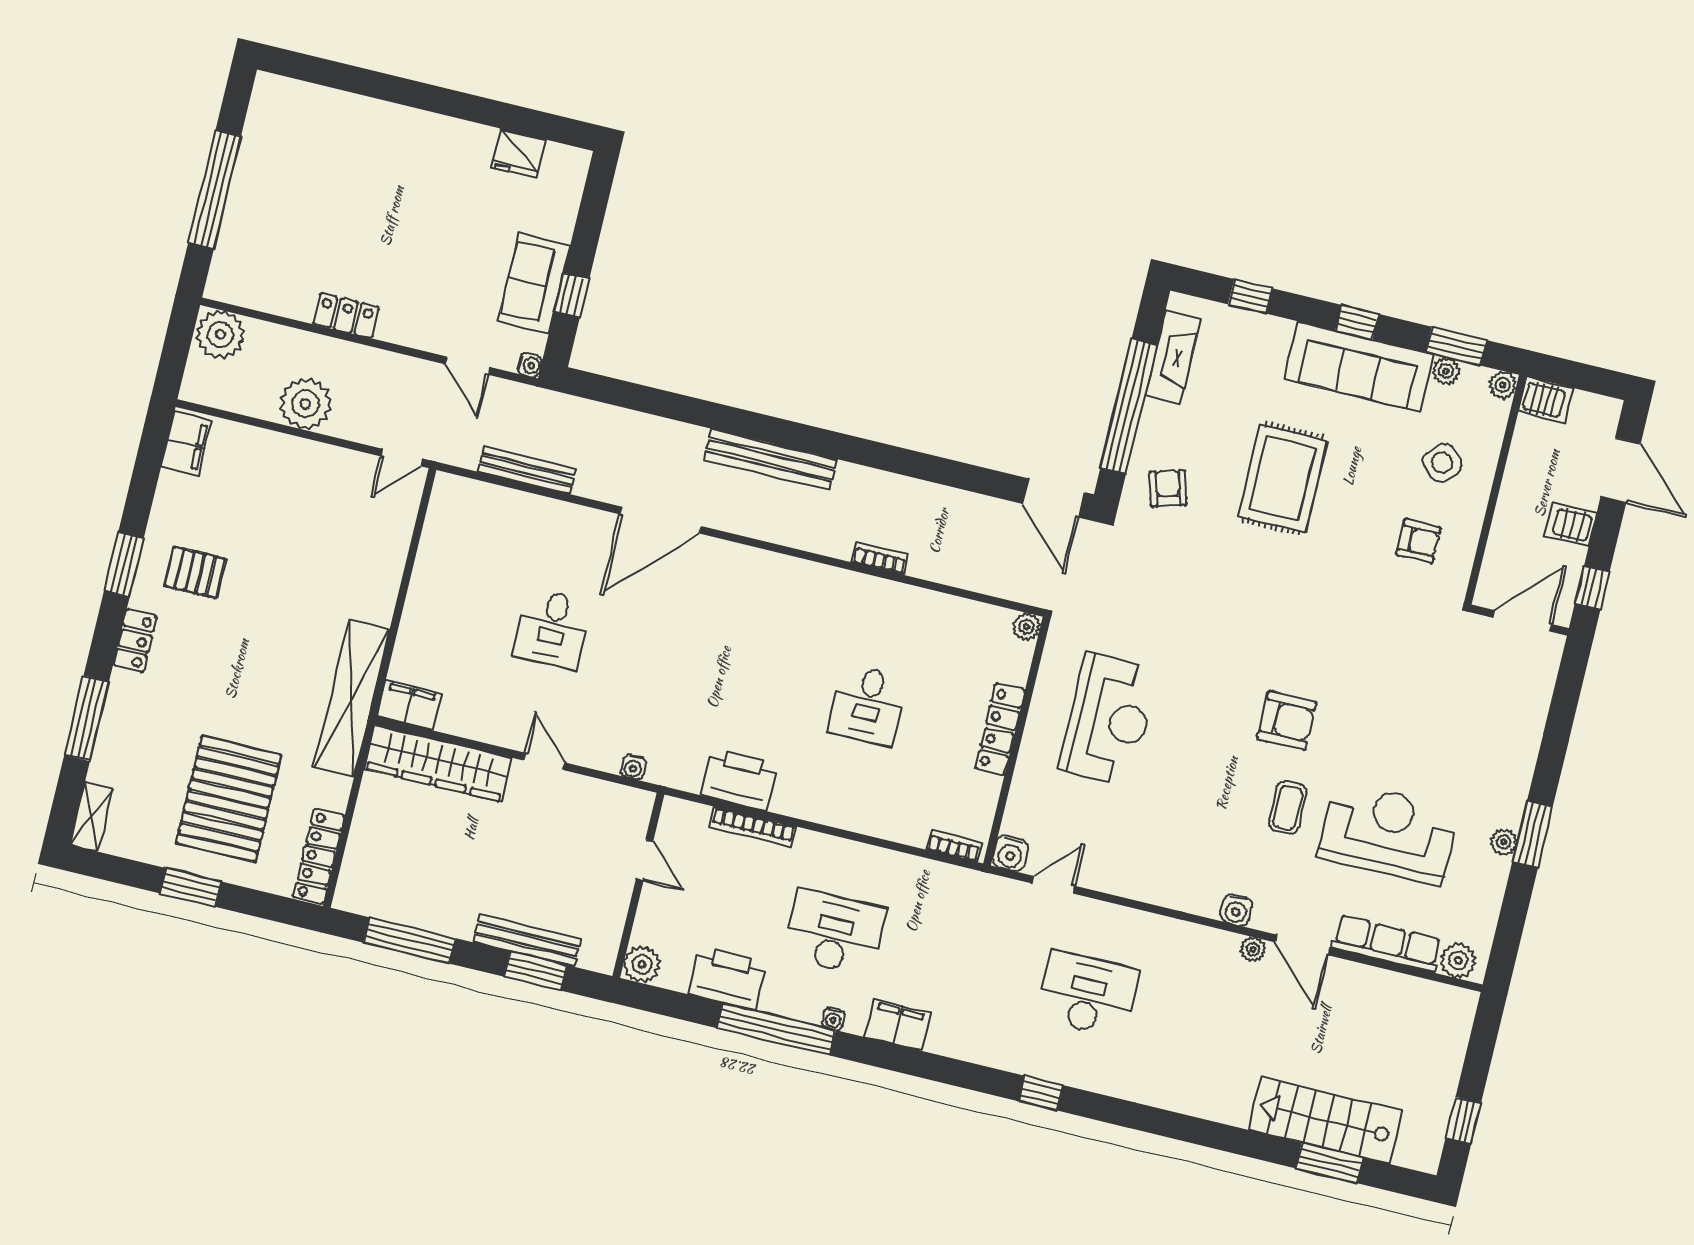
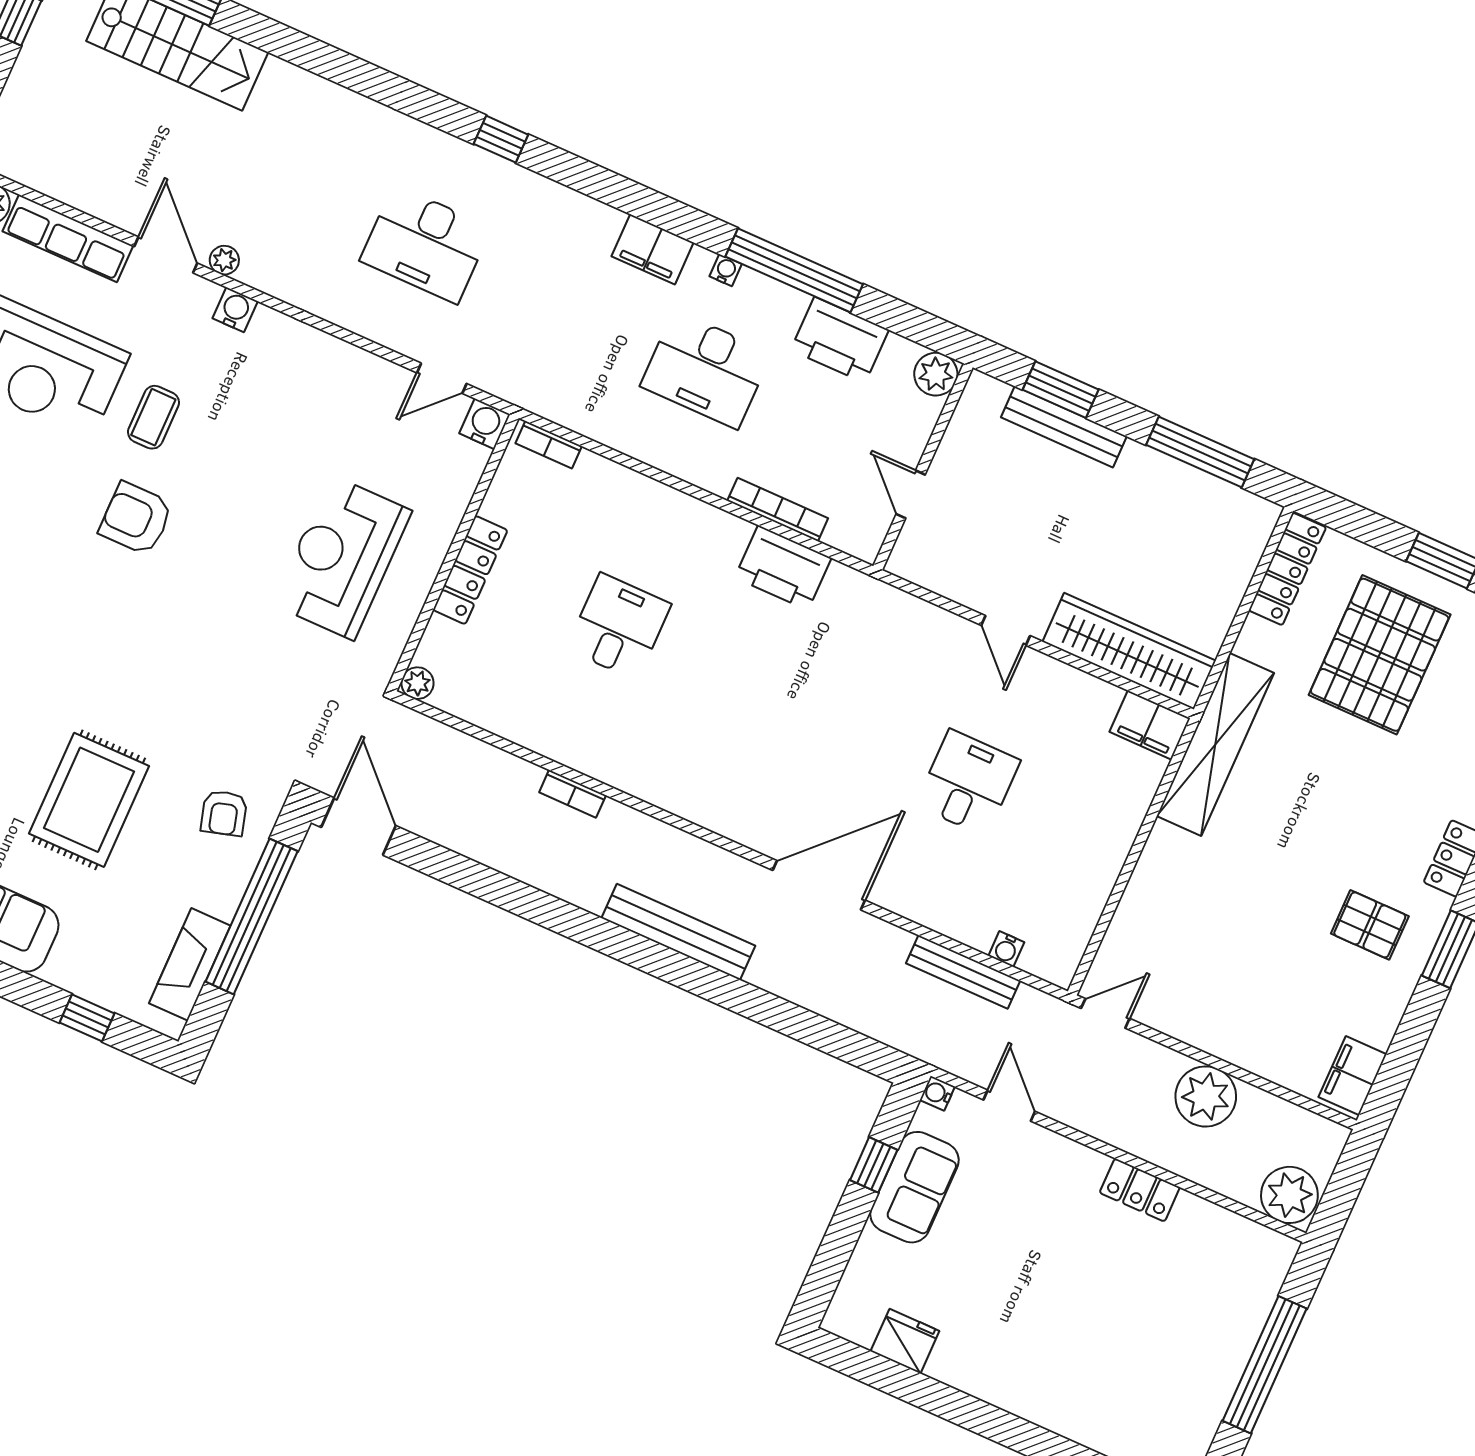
water cooler: (633, 767) -> (1006, 949), moved, turned 180

